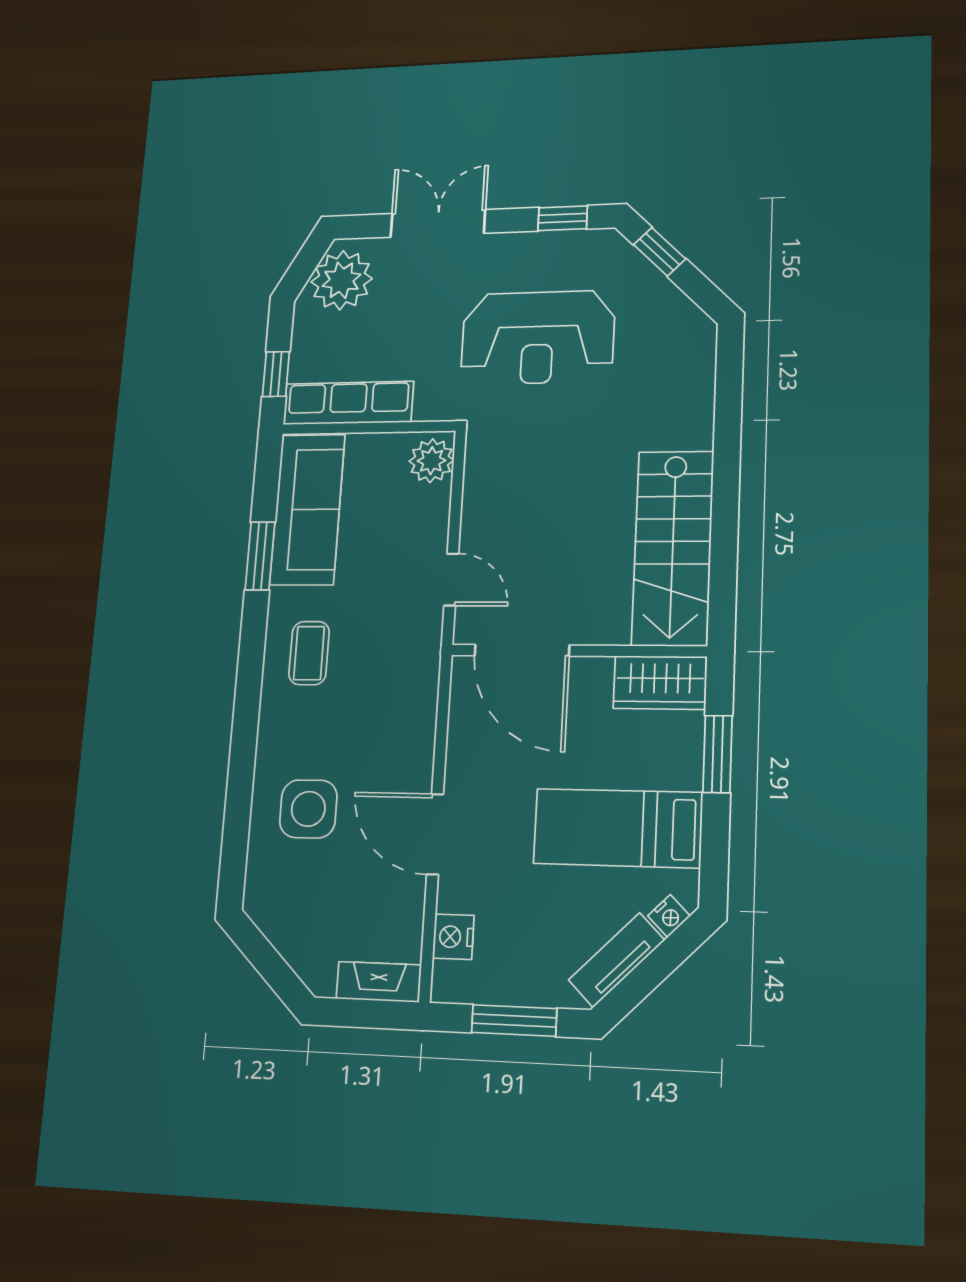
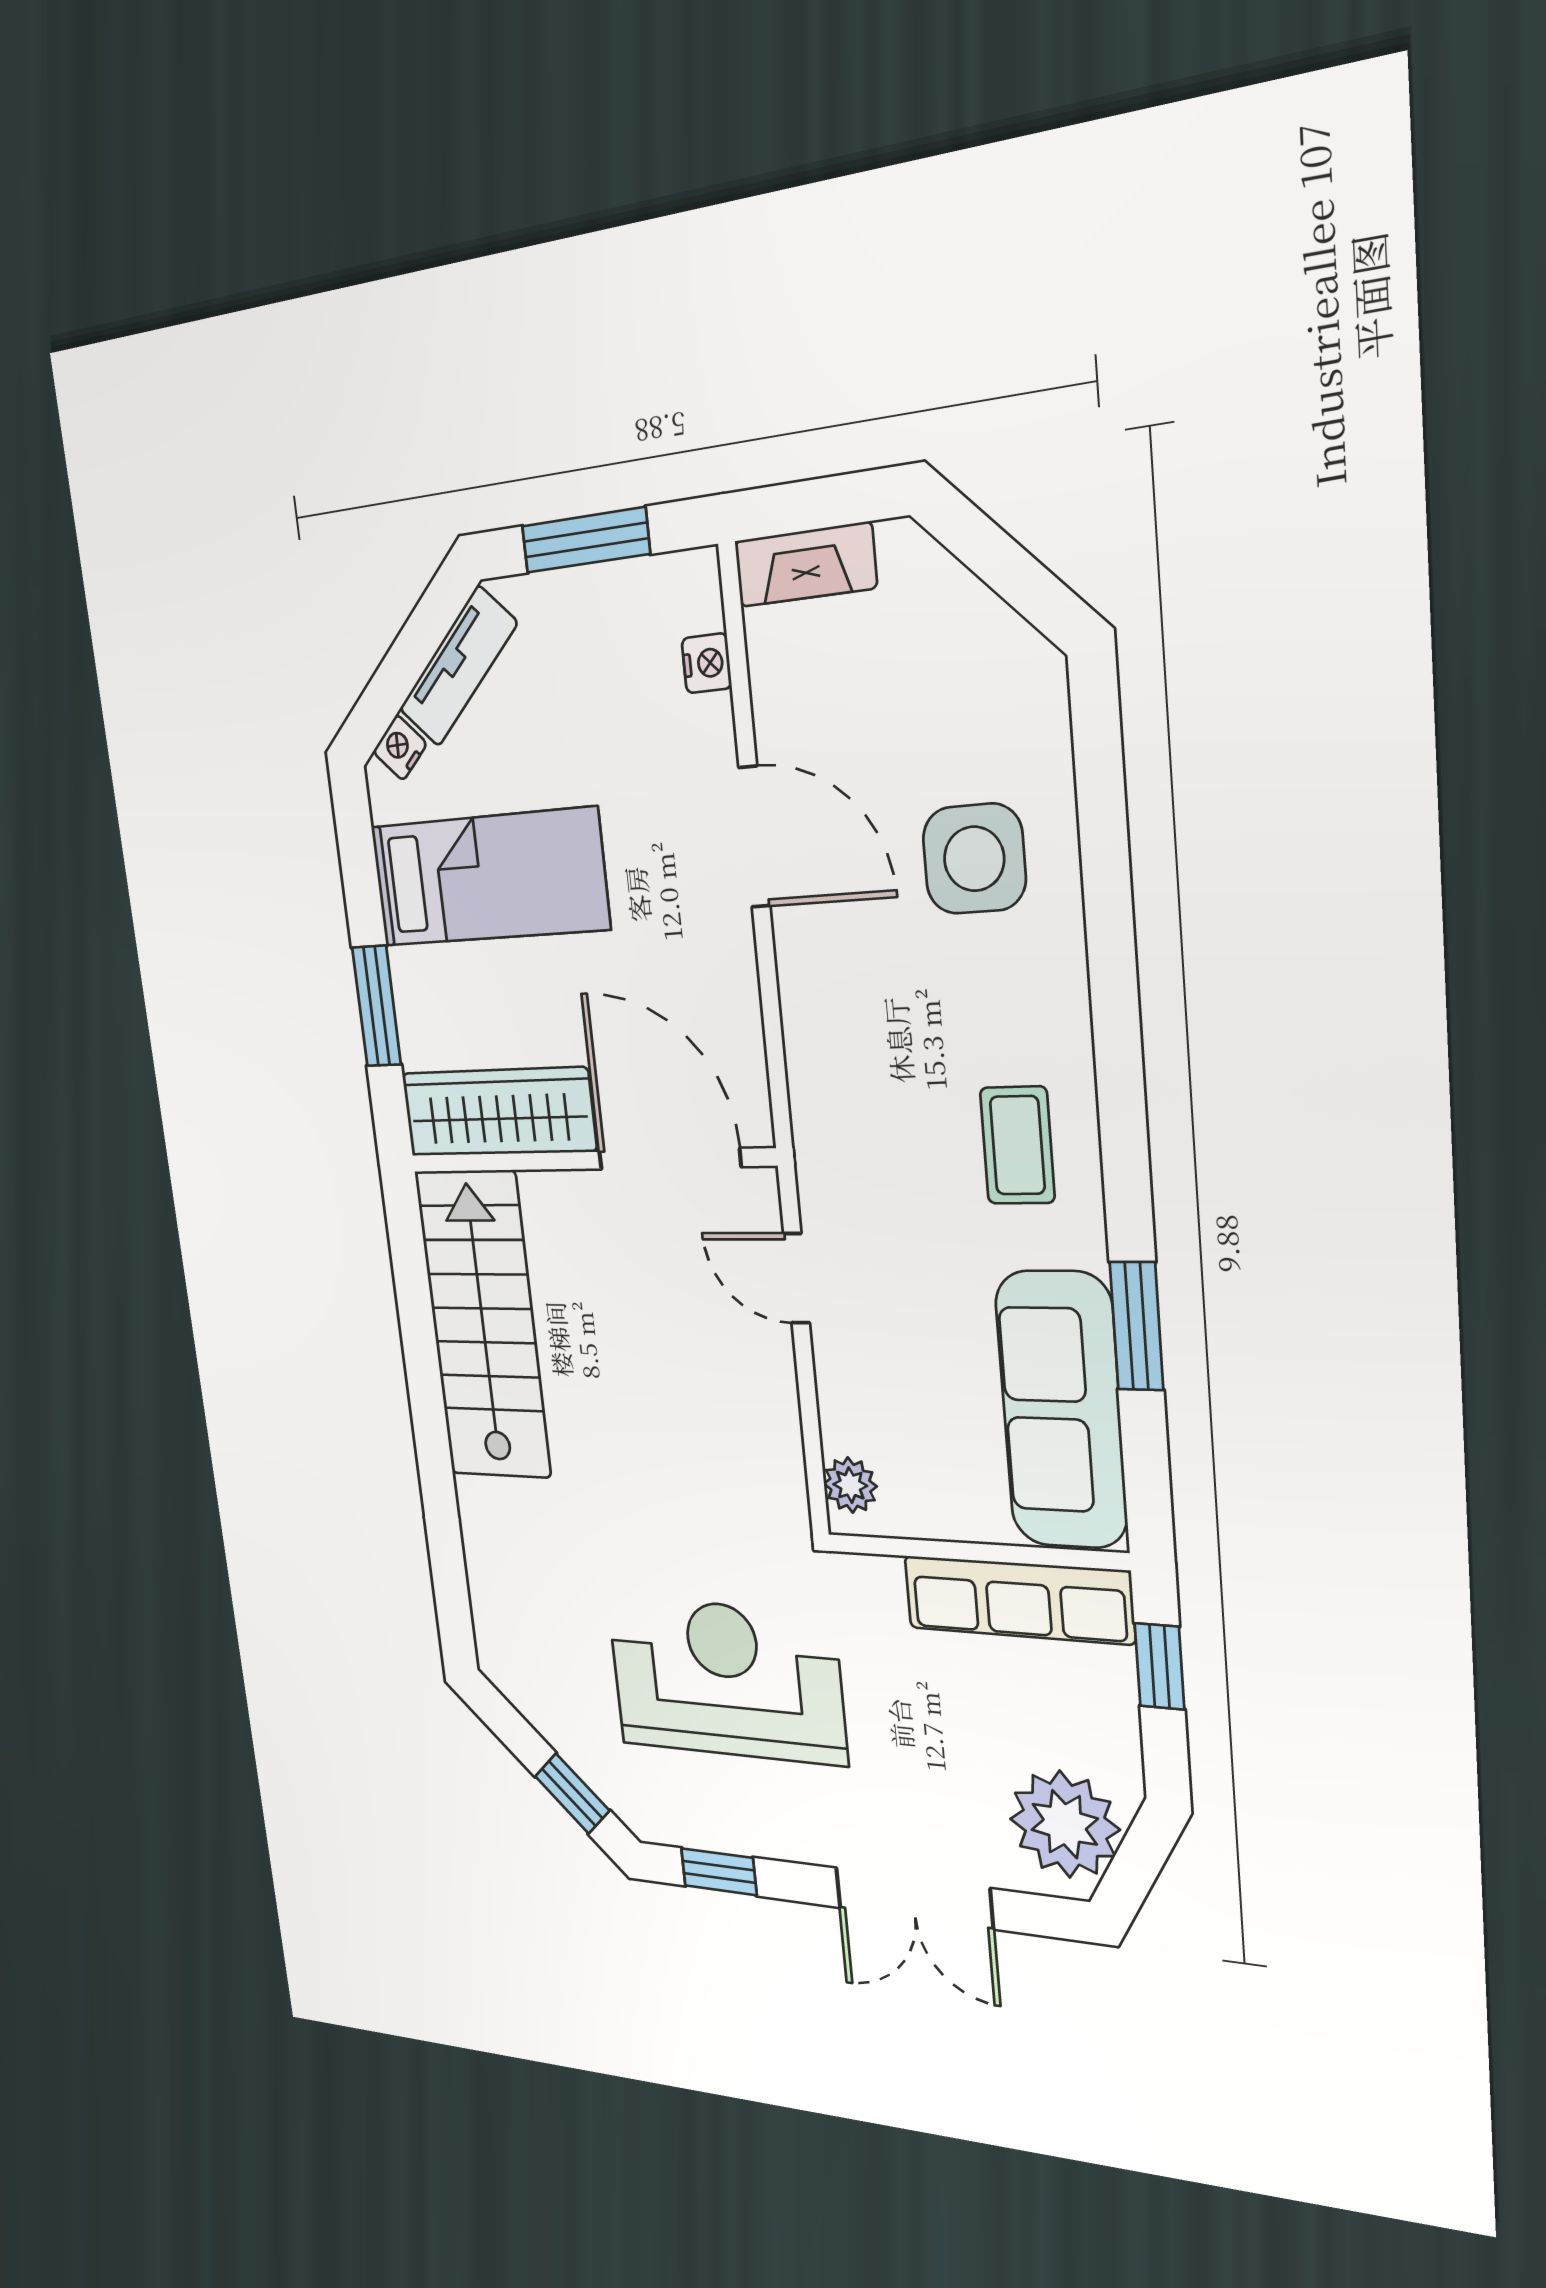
plant: (431, 461) -> (850, 1485), width x0.73, depth x0.73
wardrobe: (660, 683) -> (498, 1112), width x1.50
nightstand: (453, 937) -> (707, 663), width x0.72, depth x0.74

